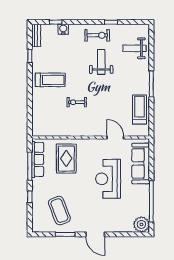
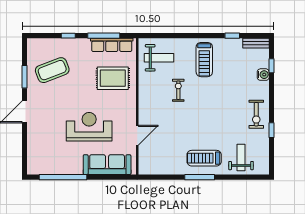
weight bench: (101, 62) -> (159, 58), moved
treadmill: (140, 109) -> (204, 158), moved, turned 180
plant: (141, 224) -> (36, 166), removed

